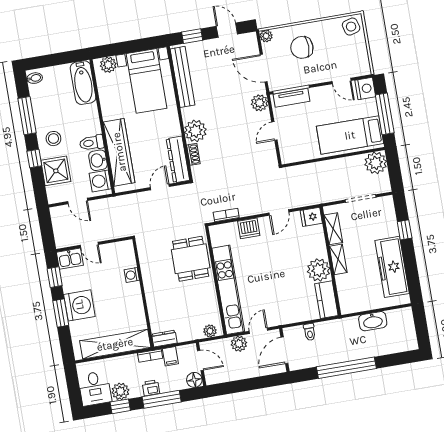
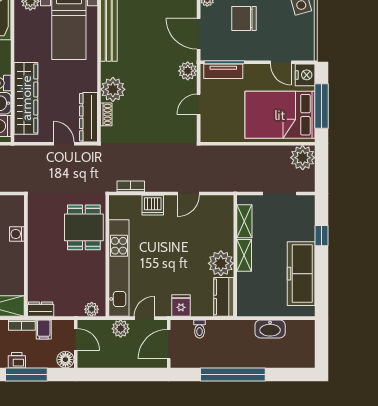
bed: (350, 135) -> (280, 115), width x1.50
door: (160, 187) -> (64, 144), hinge flipped
fridge: (311, 217) -> (181, 306), moved, turned 90

